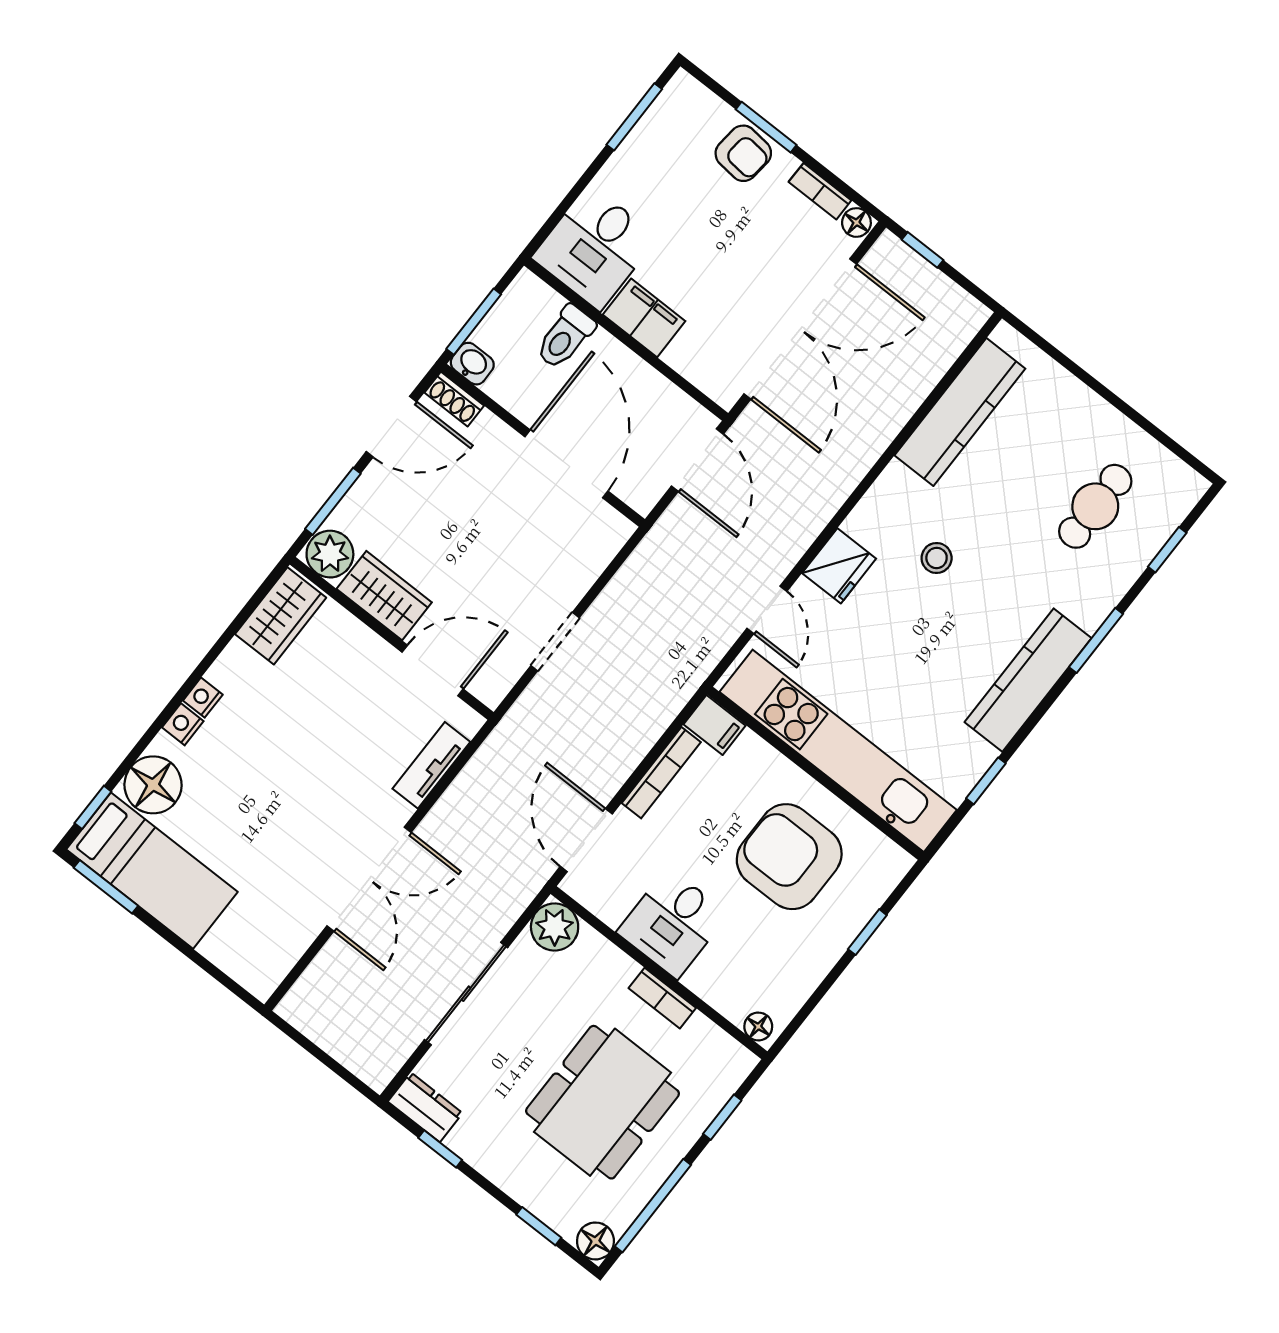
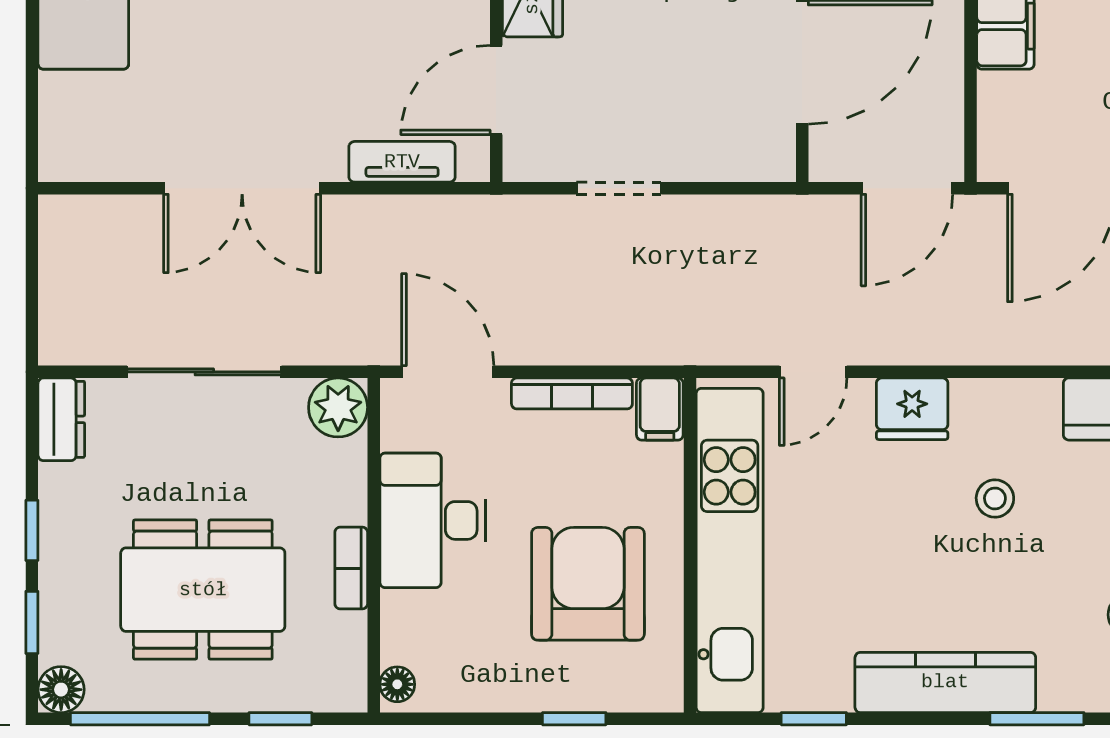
door: (433, 670) -> (496, 90), swing flipped
door: (586, 840) -> (448, 372), hinge flipped
desk: (673, 923) -> (433, 520), width x1.37
window: (440, 1149) -> (32, 530), moved

